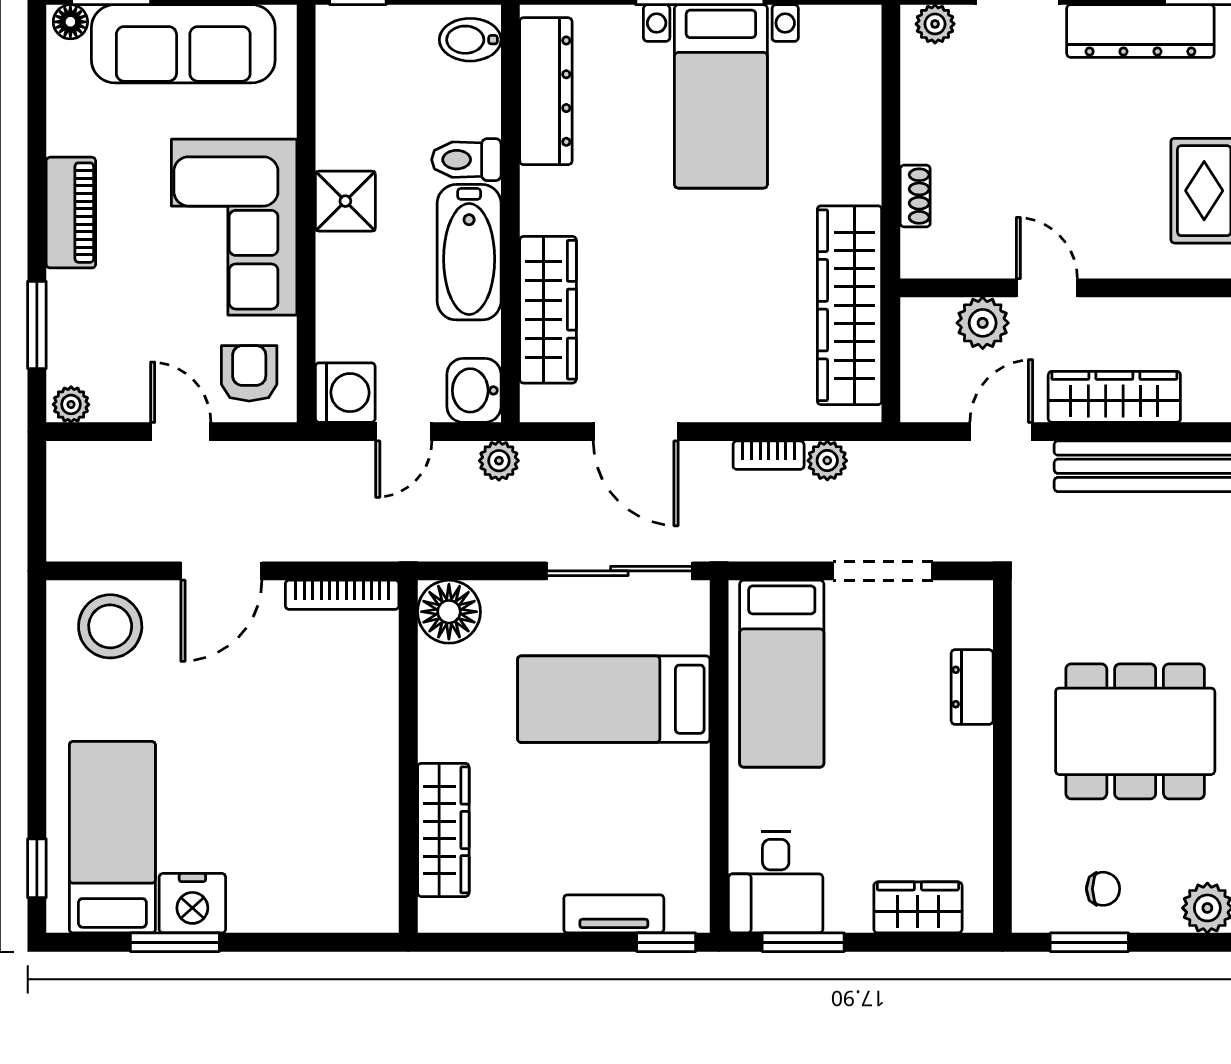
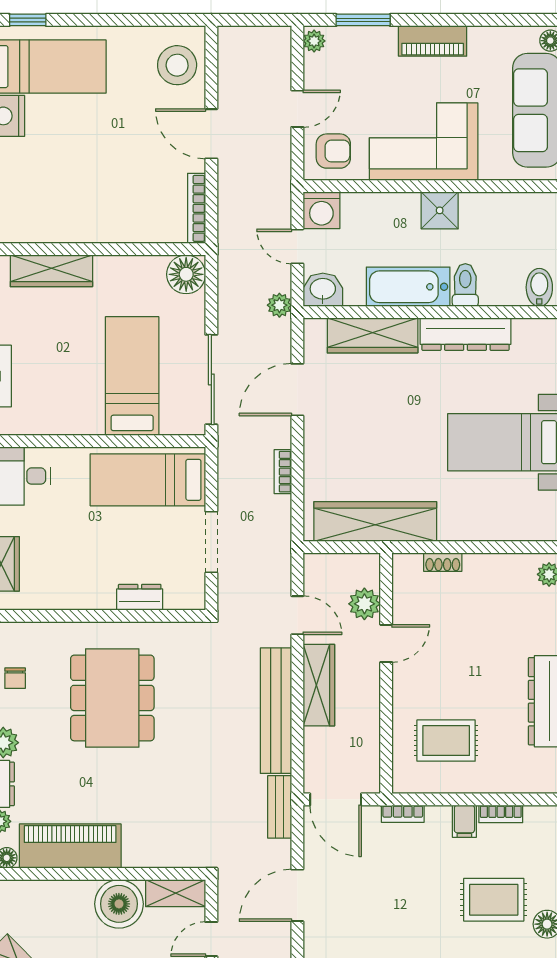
dresser: (546, 91) -> (466, 334), moved
plant: (827, 461) -> (279, 508), removed

